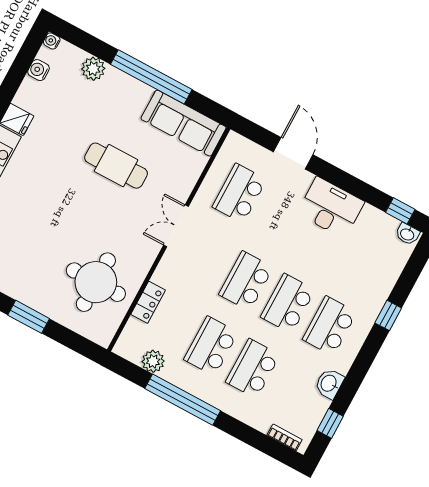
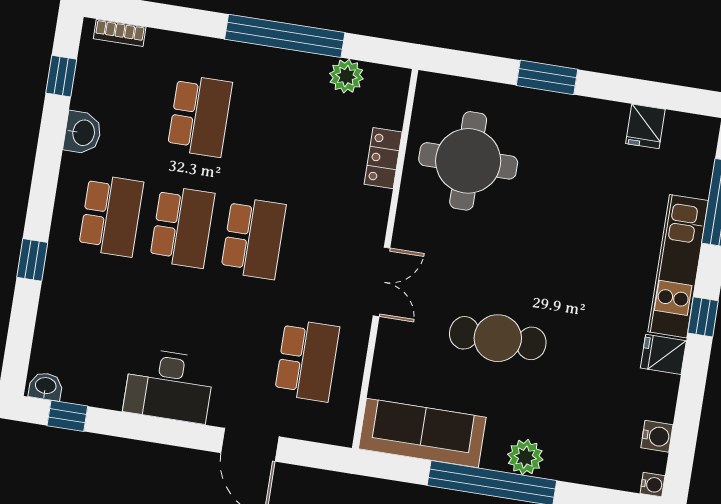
plant: (93, 69) -> (525, 457), moved
school desk: (211, 346) -> (271, 127), removed

